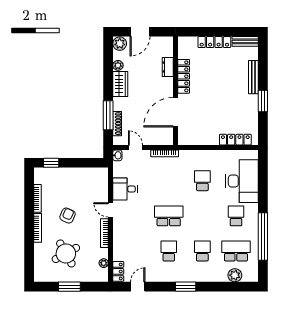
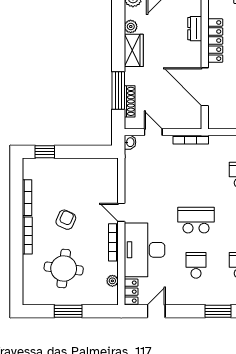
door: (175, 112) -> (205, 87), hinge flipped
desk: (125, 189) -> (144, 250), moved, width x1.87, depth x1.30
round table: (66, 253) -> (64, 268), turned 36

